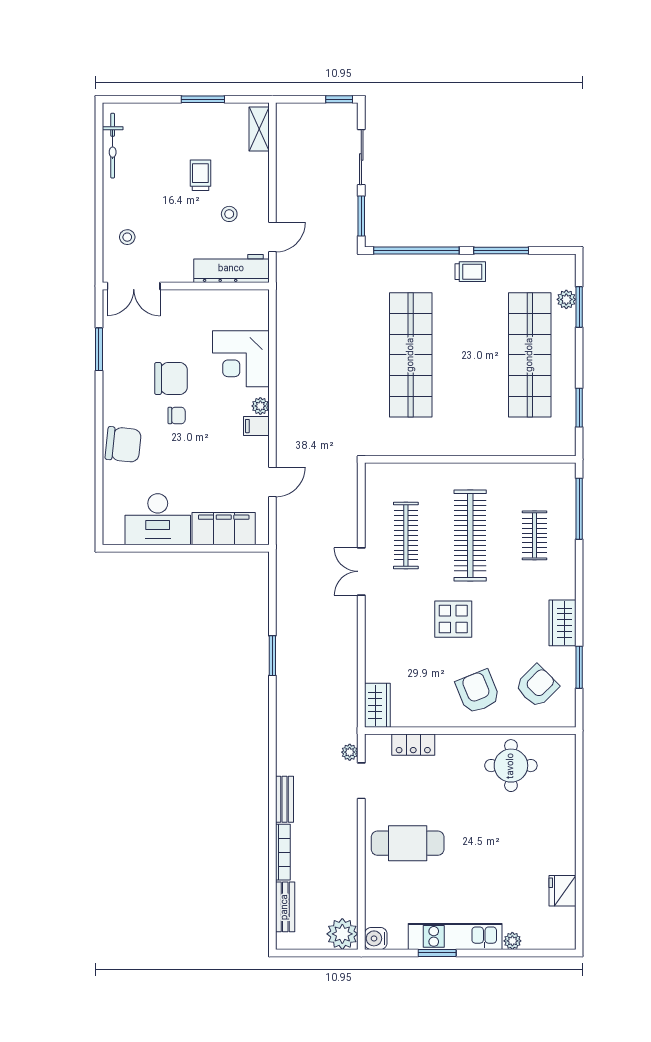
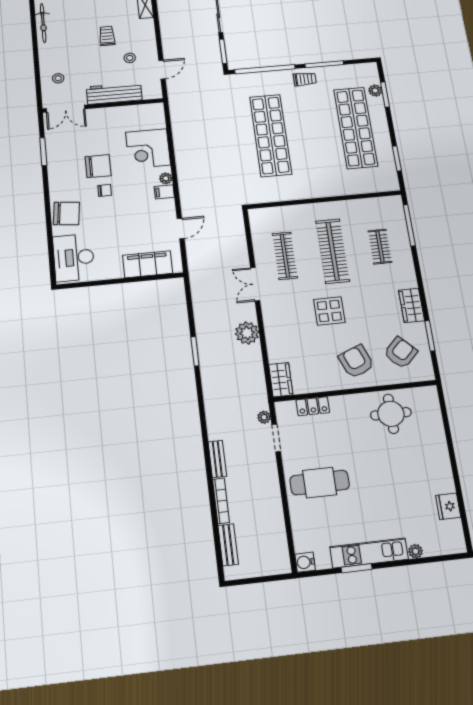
workbench: (231, 269) -> (114, 93), moved
desk: (158, 519) -> (74, 258), moved, turned 90
plant: (342, 934) -> (247, 333), moved

